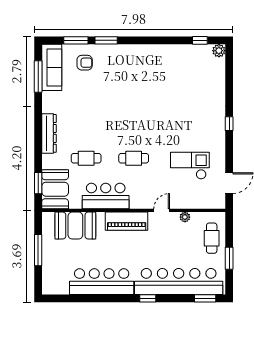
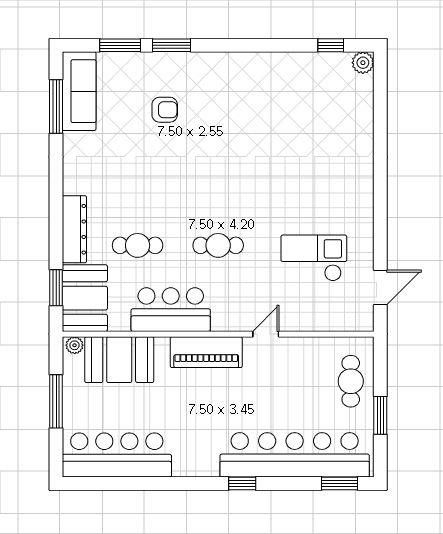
armchair: (85, 63) -> (165, 110), moved
window: (229, 124) -> (380, 187), removed
dresser: (49, 133) -> (74, 229), moved
plant: (185, 217) -> (75, 345), moved
bar counter: (102, 282) -> (117, 455), moved

